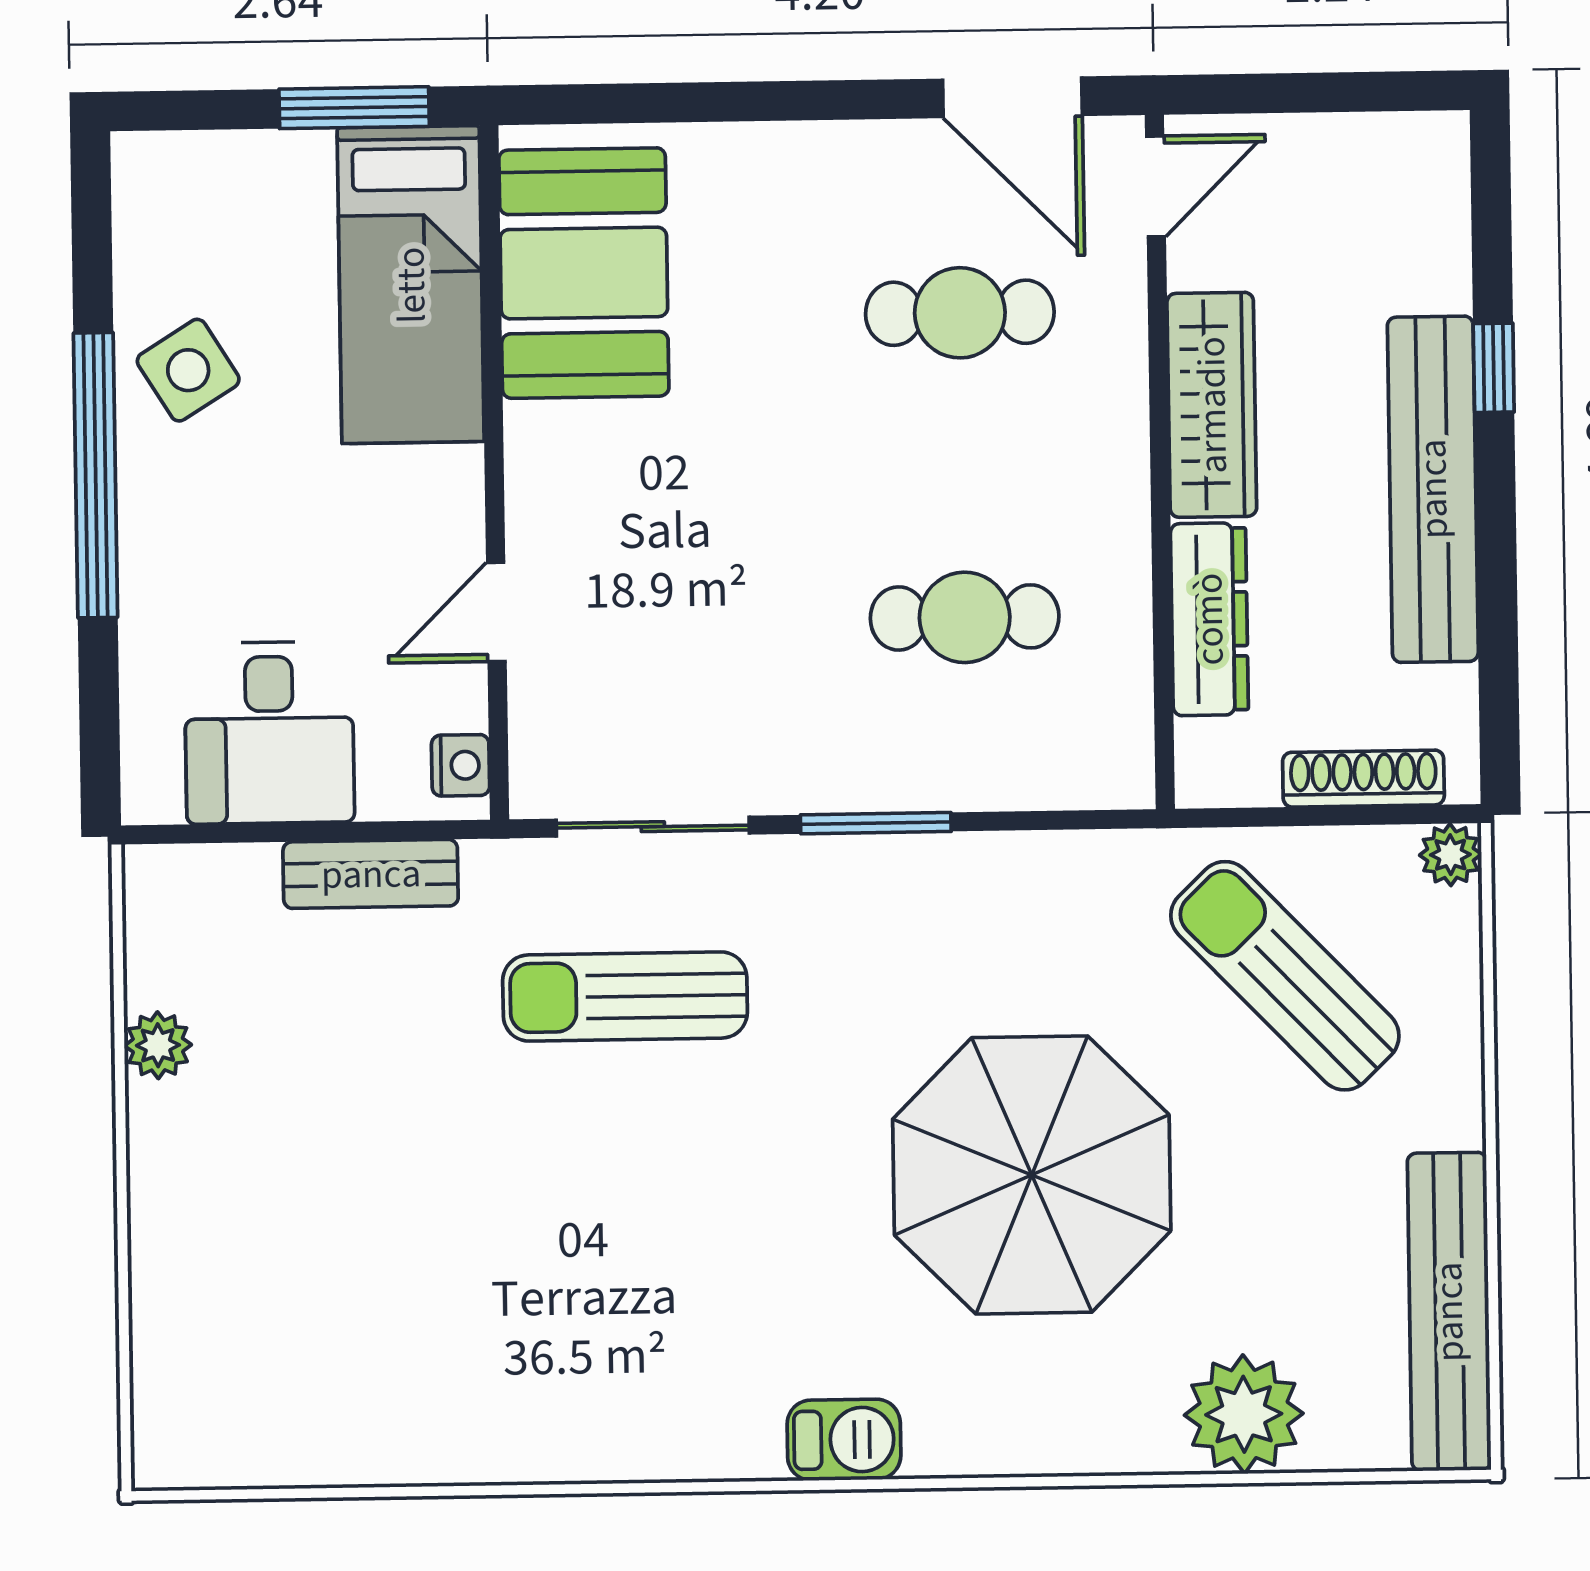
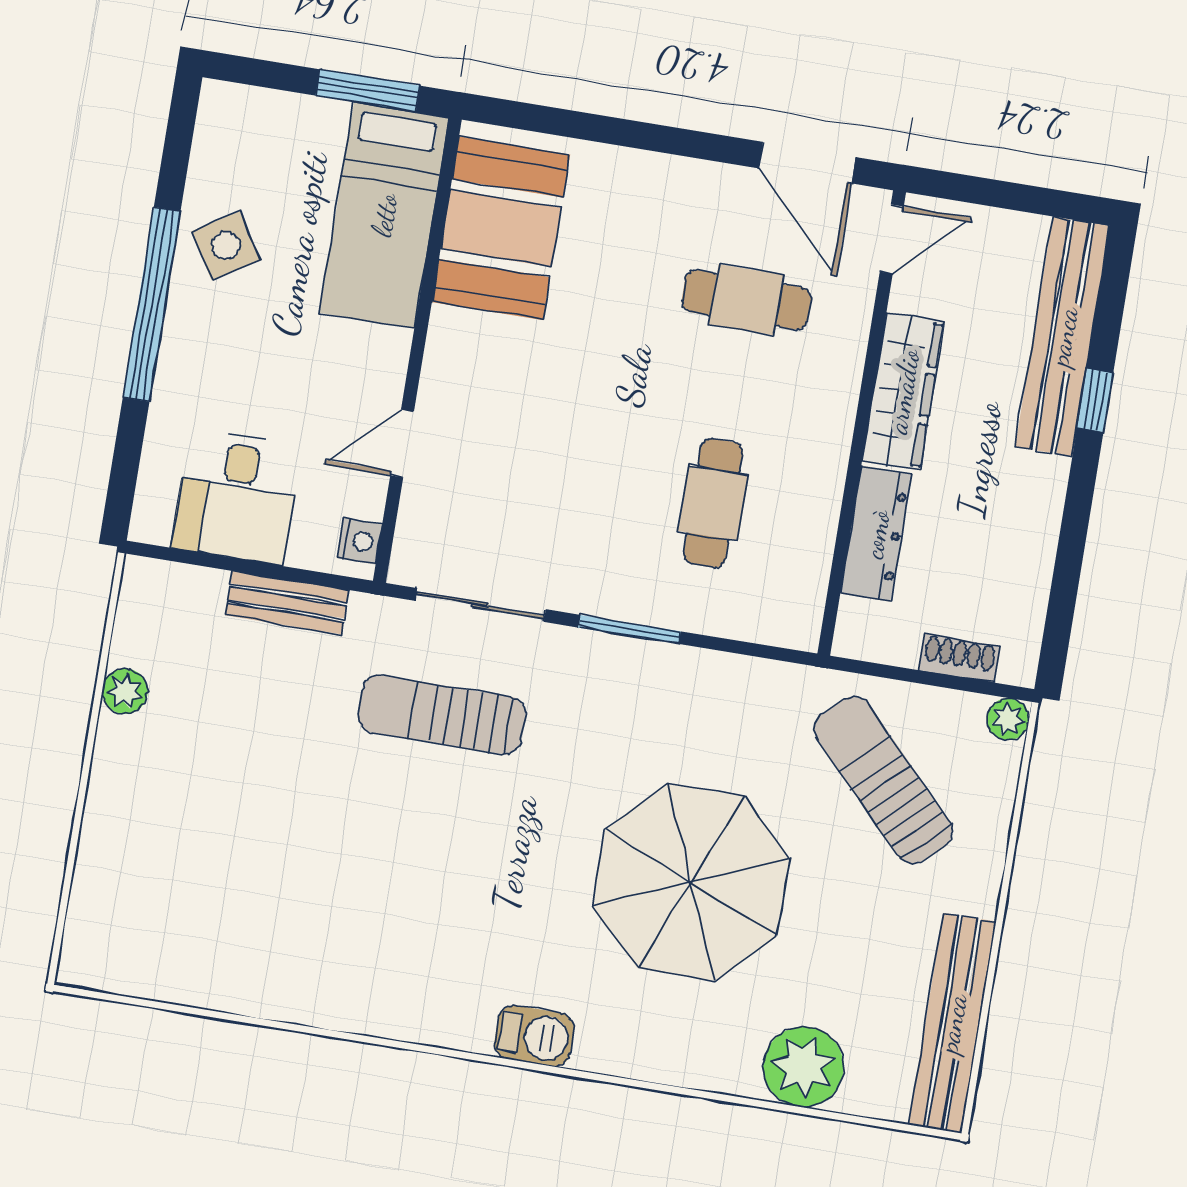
bench: (1433, 489) -> (1063, 336), moved
cafe table: (965, 617) -> (713, 503), turned 90
shoe rack: (1363, 779) -> (959, 658), width x0.70

